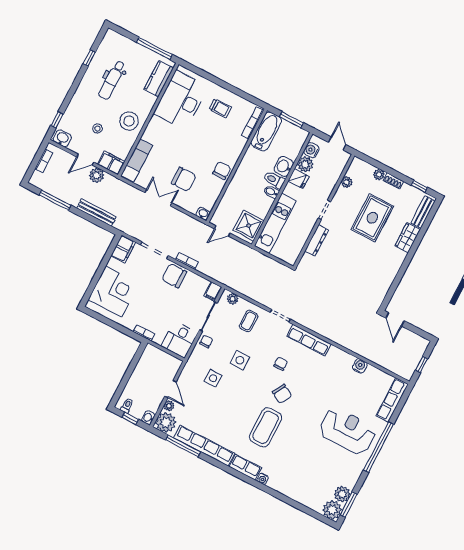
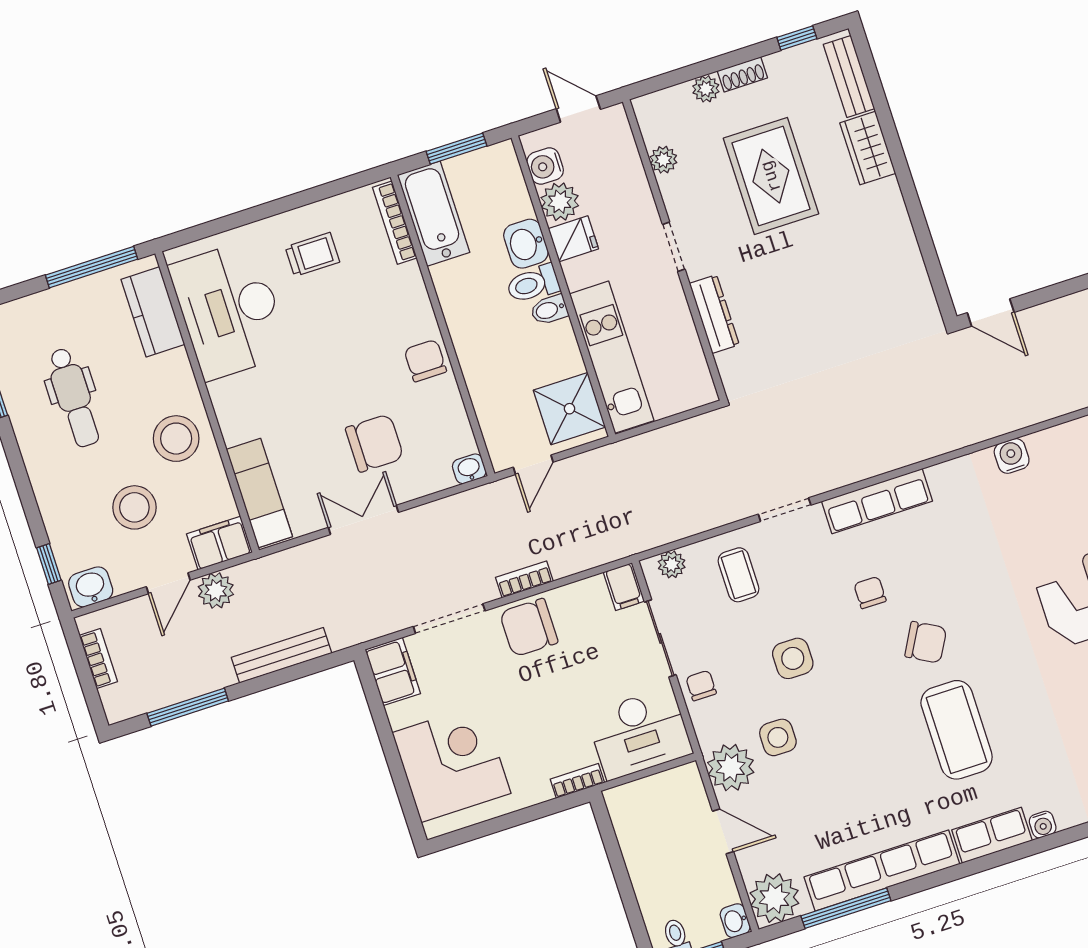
stool: (97, 128) -> (134, 507), width x1.89, depth x1.89
desk: (180, 340) -> (640, 733), width x1.37
plant: (169, 406) -> (731, 768), moved, width x1.88, depth x1.88

